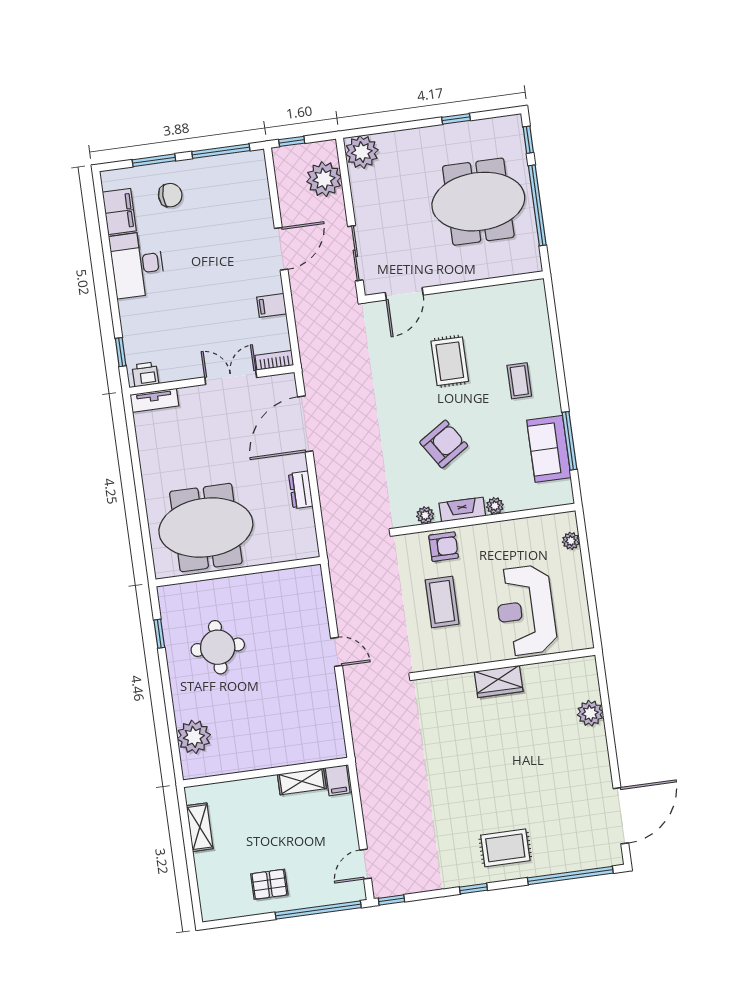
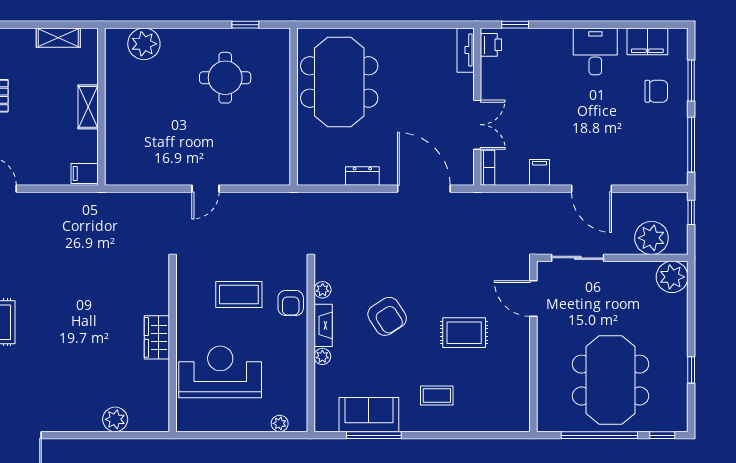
chair: (170, 195) -> (656, 91), turned -90
desk: (137, 264) -> (595, 51), width x0.73
shelving: (302, 781) -> (88, 107), moved

